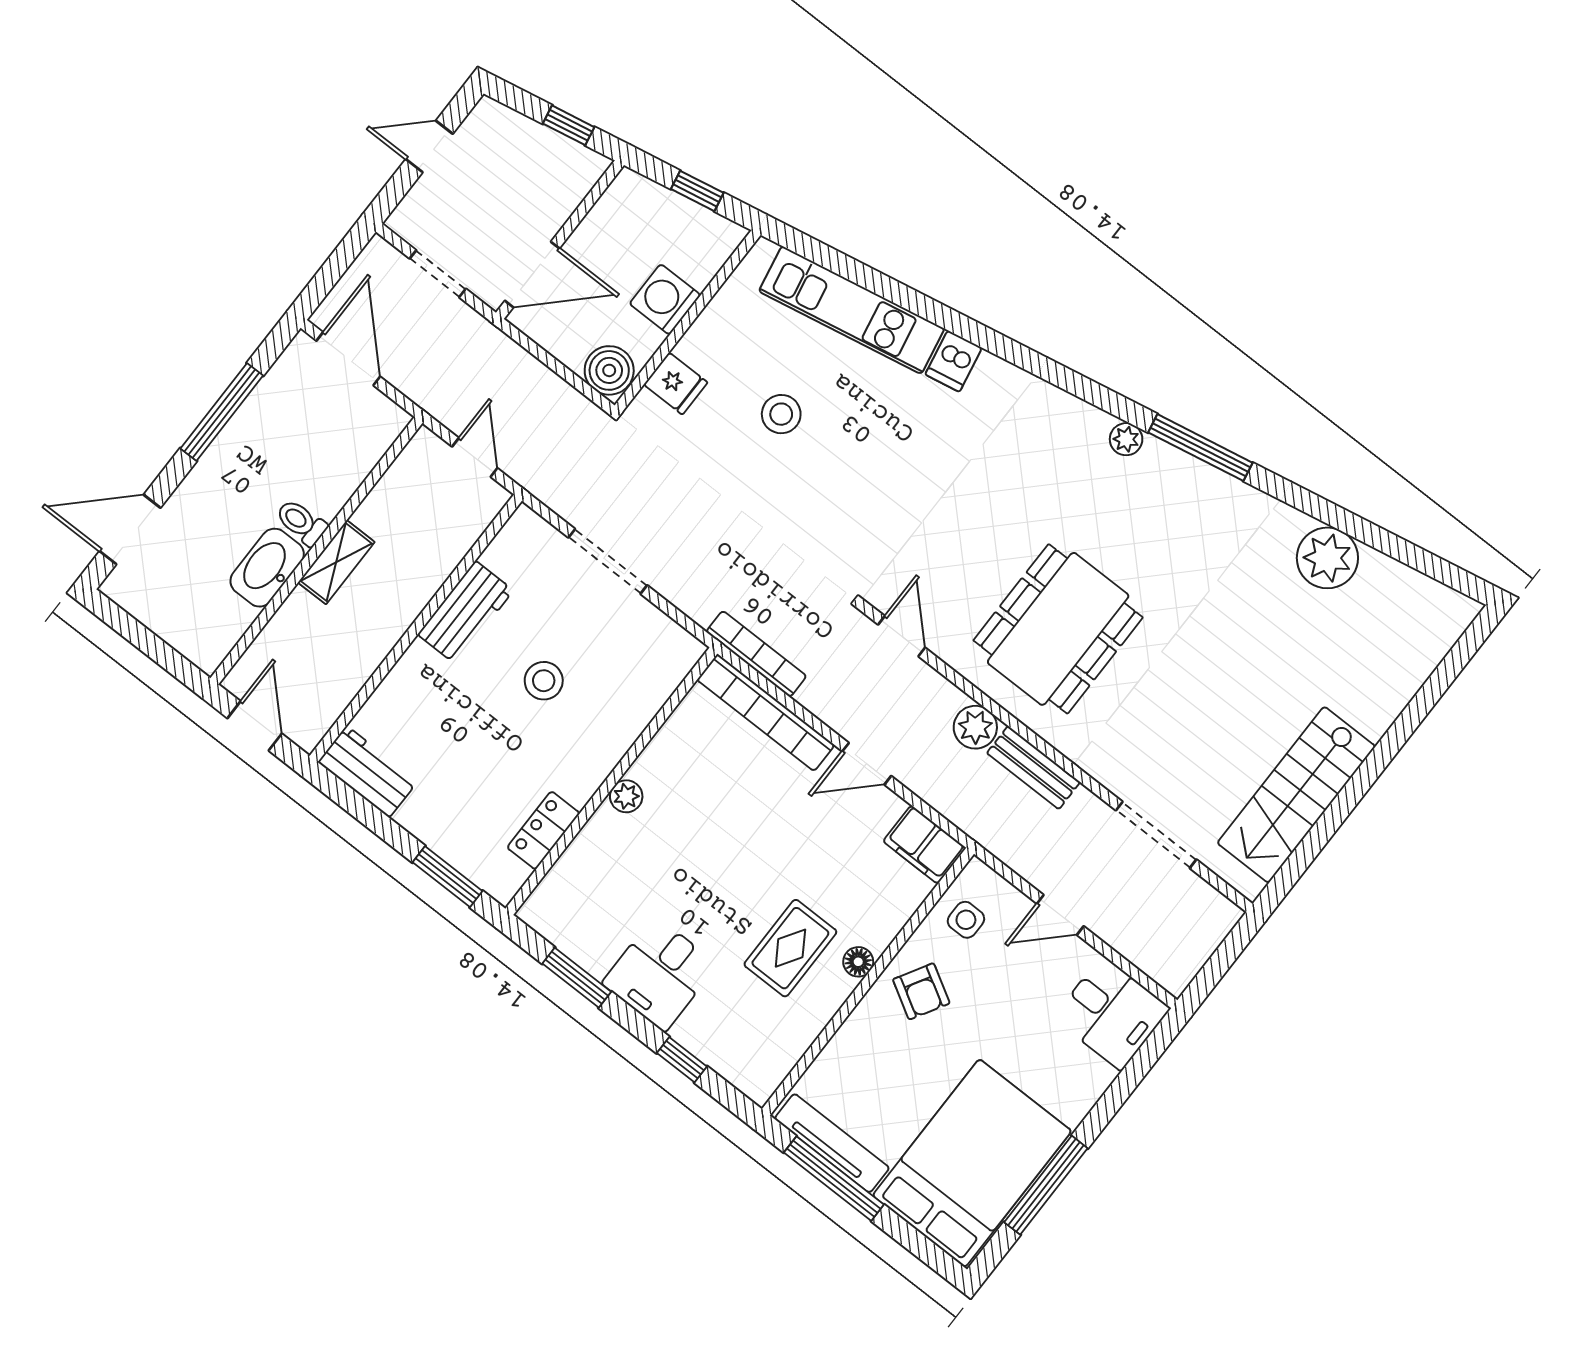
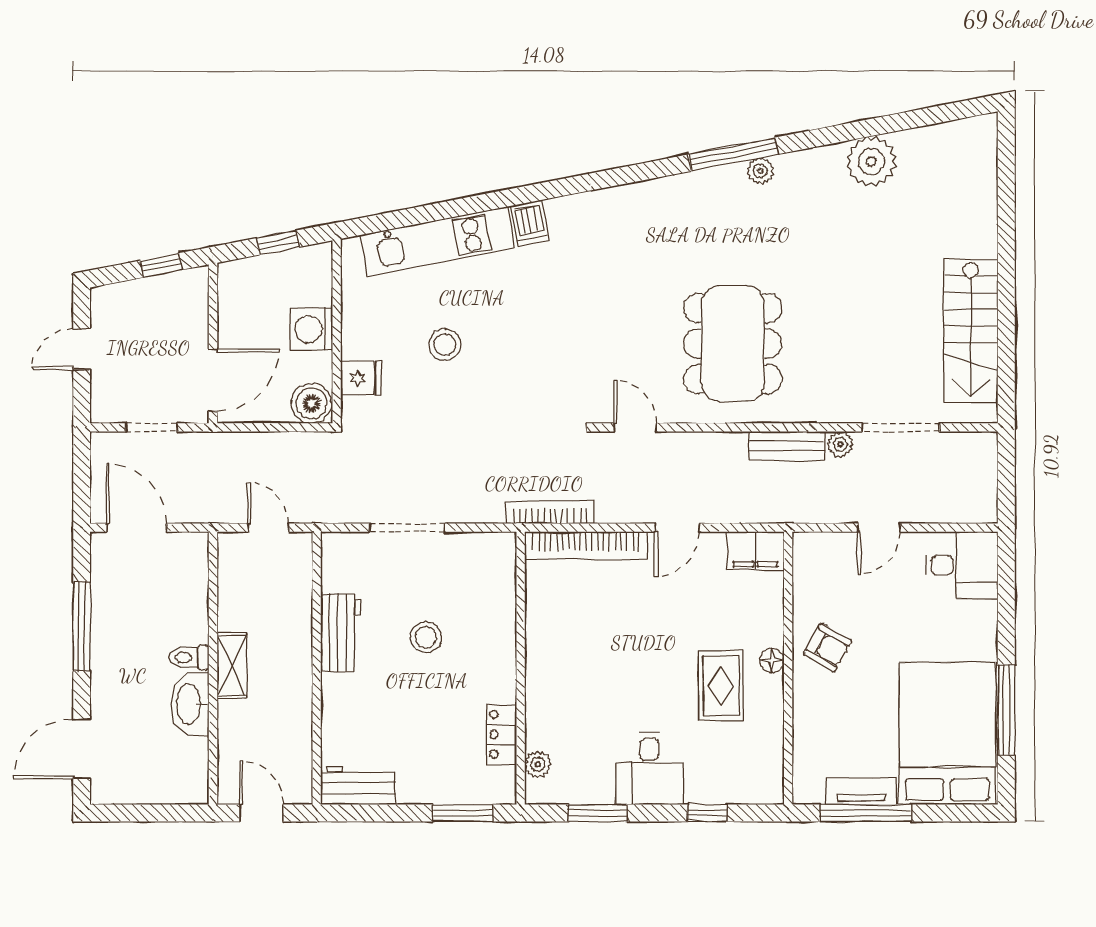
plant: (1126, 439) -> (760, 171), moved
plant: (975, 727) -> (840, 444), moved, width x0.73, depth x0.73
plant: (626, 796) -> (538, 764), moved
side table: (966, 920) -> (820, 579), removed
tv unit: (832, 1143) -> (861, 791), width x0.71

